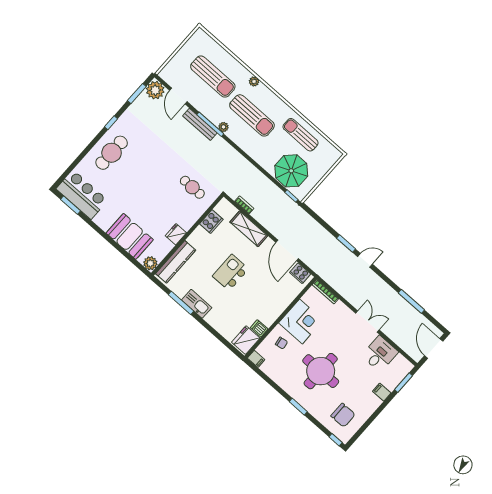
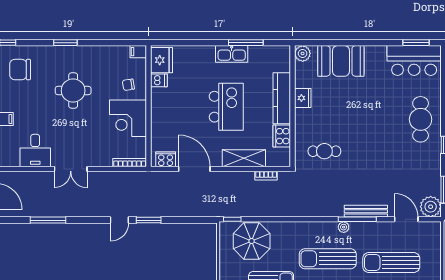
kitchen counter: (176, 262) -> (282, 98), moved
kitchen island: (231, 273) -> (226, 107), width x1.37, depth x1.28
round table: (321, 371) -> (73, 91), width x0.73, depth x0.73

